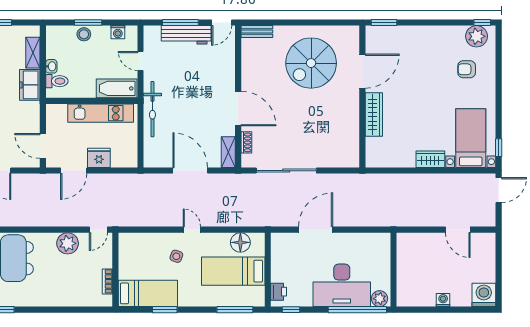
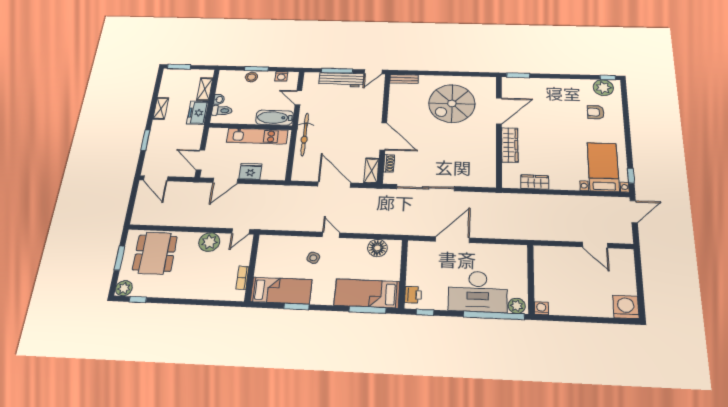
wardrobe: (430, 159) -> (535, 182), moved
bed: (233, 271) -> (367, 293), moved
washing machine: (443, 300) -> (541, 308), moved

